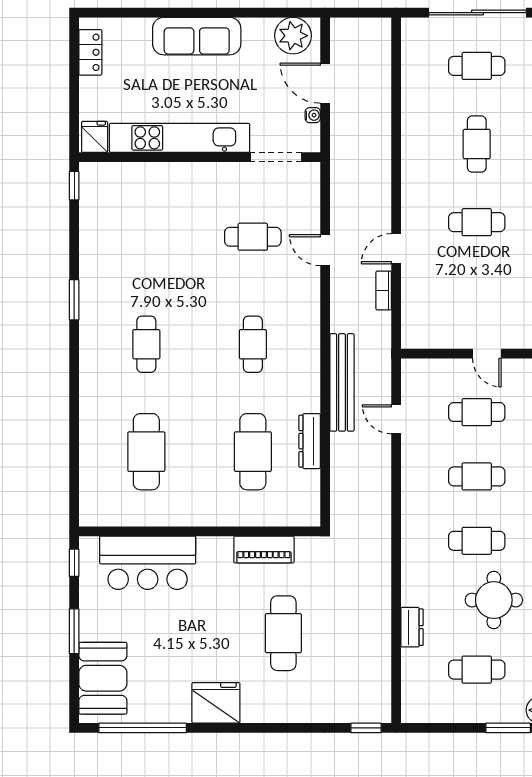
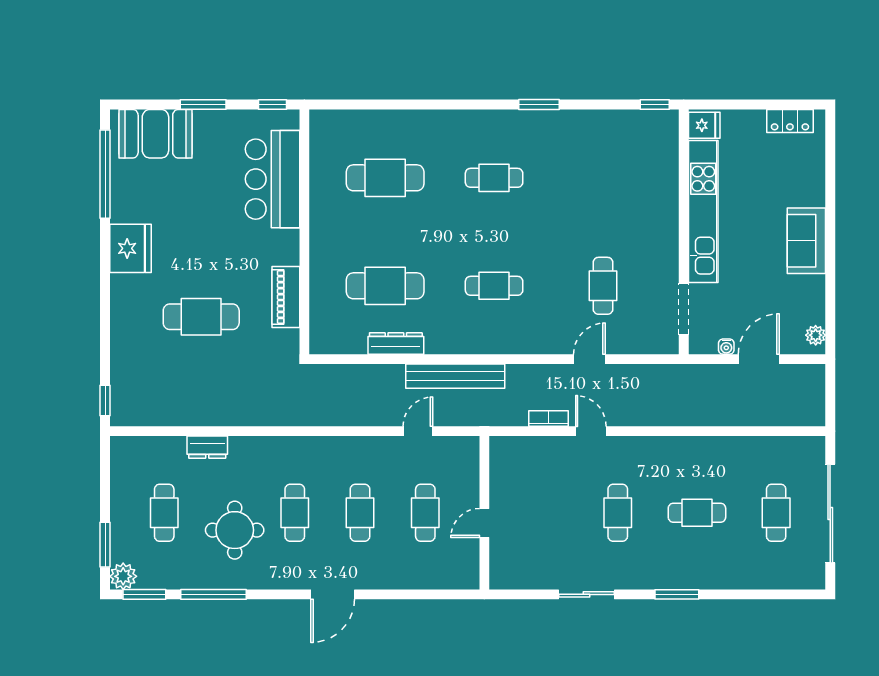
sofa: (197, 36) -> (806, 241), width x0.73
plant: (293, 36) -> (816, 335), width x0.53, depth x0.53

